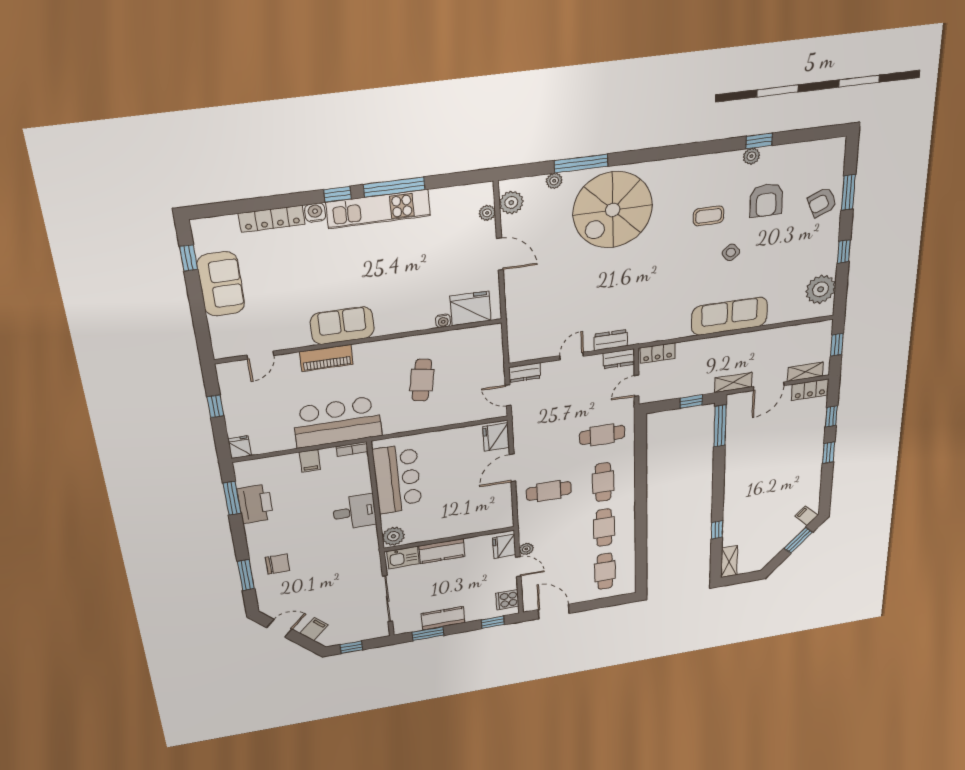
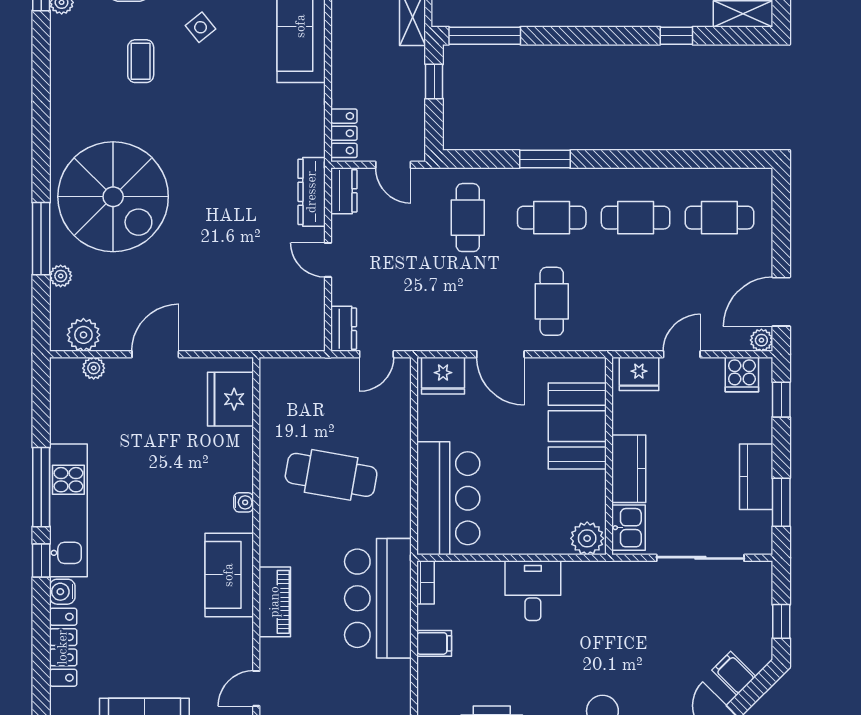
water cooler: (443, 321) -> (244, 502), moved
dresser: (611, 340) -> (312, 192), width x1.44
door: (260, 355) -> (256, 688), swing flipped
cafe table: (422, 380) -> (331, 475), width x1.37, depth x1.35
window: (641, 472) -> (545, 159), added
bar counter: (397, 479) -> (448, 498), moved, turned 90
booth: (468, 519) -> (577, 426), added
plant: (526, 549) -> (761, 340), moved

